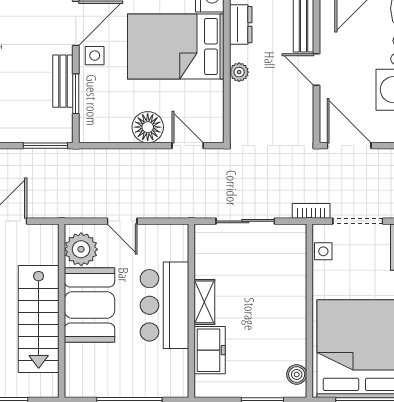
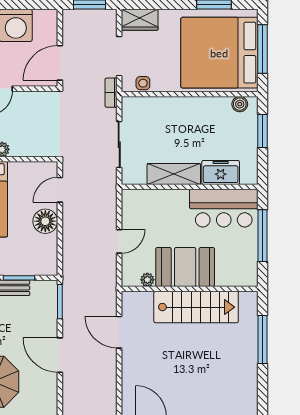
plant: (81, 249) -> (147, 280), width x0.53, depth x0.53
shelving: (204, 302) -> (174, 174), width x1.50, depth x1.33
bar counter: (164, 305) -> (224, 208), moved

